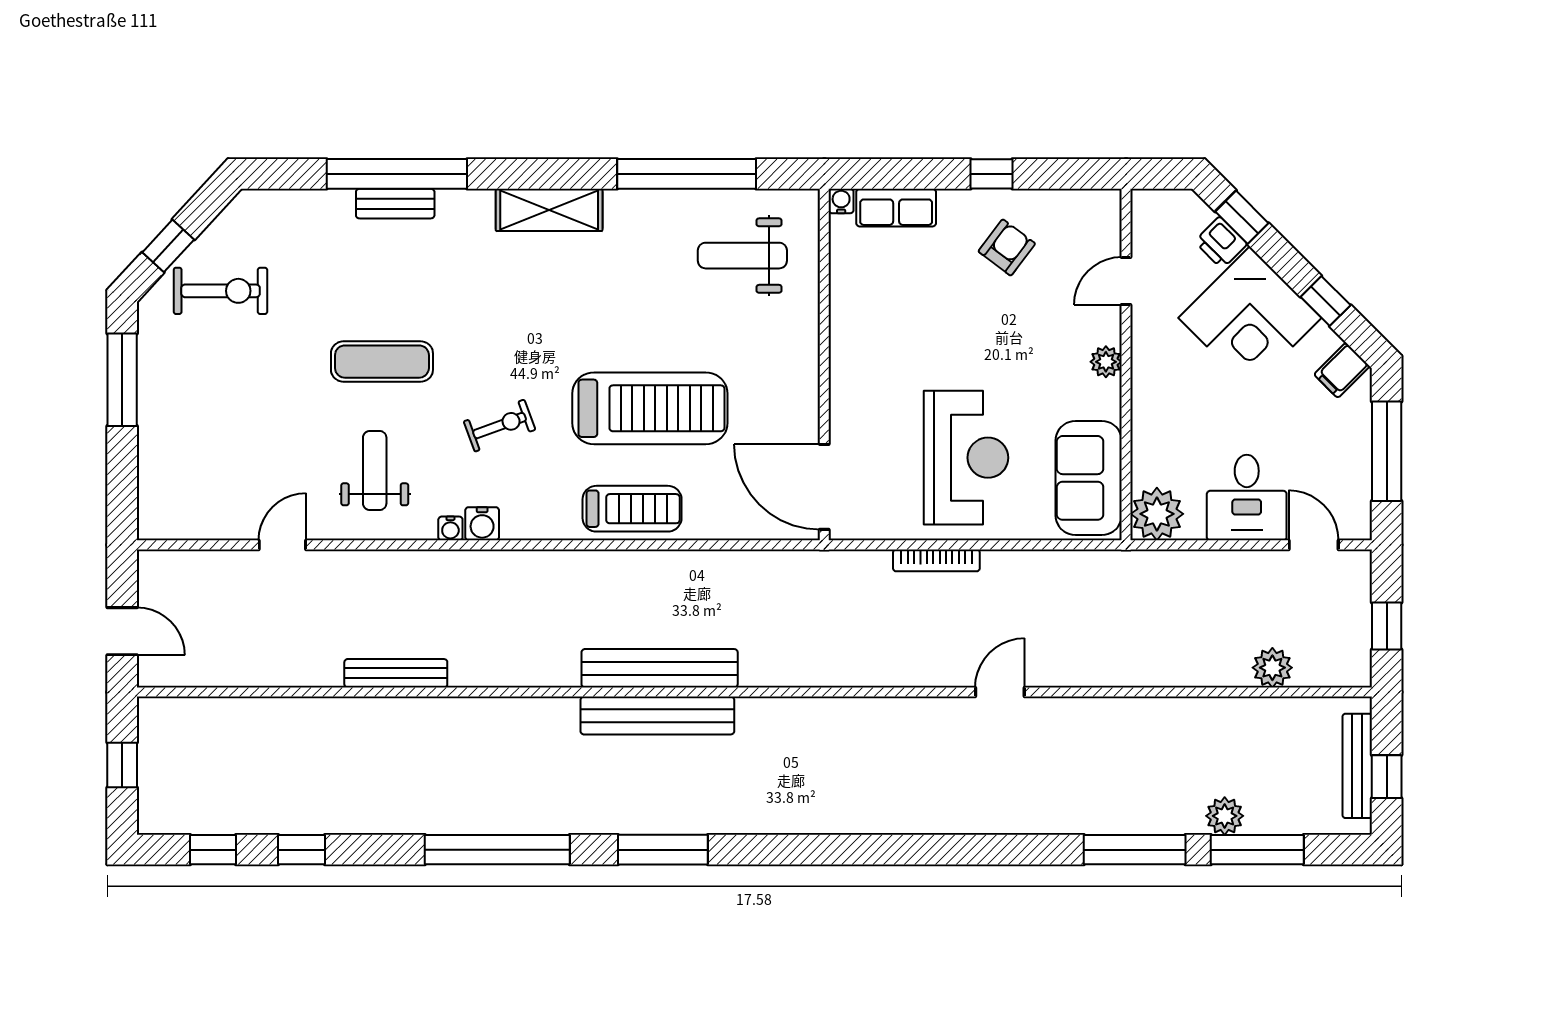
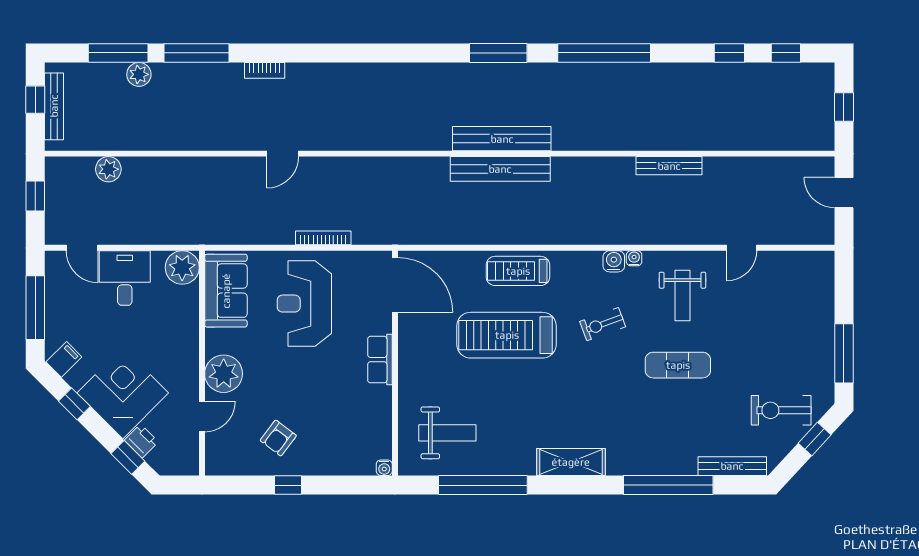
bench: (395, 204) -> (732, 466), moved, width x1.36
row of seats: (896, 208) -> (380, 360), moved, turned -90
plant: (1106, 362) -> (224, 374), width x1.88, depth x1.88
bookcase: (1028, 822) -> (265, 70), added

